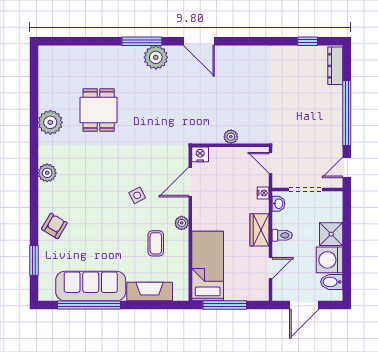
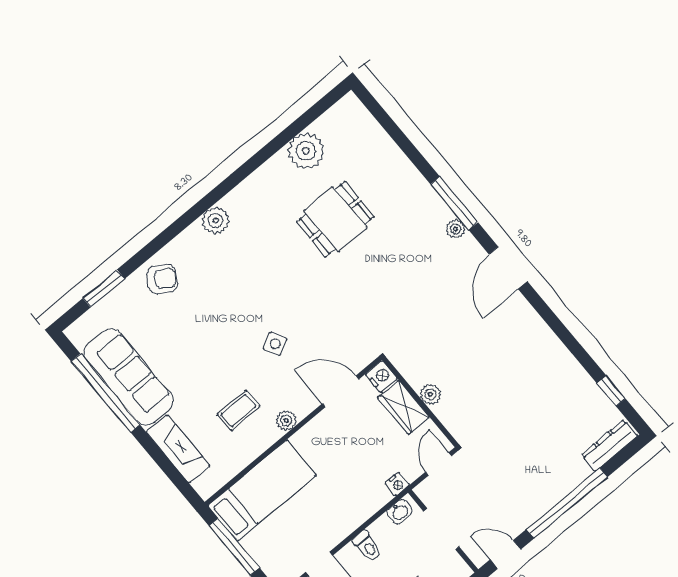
plant: (156, 57) -> (455, 229), width x0.53, depth x0.53
plant: (50, 122) -> (306, 151), moved
wardrobe: (259, 230) -> (403, 407), moved, turned -90

